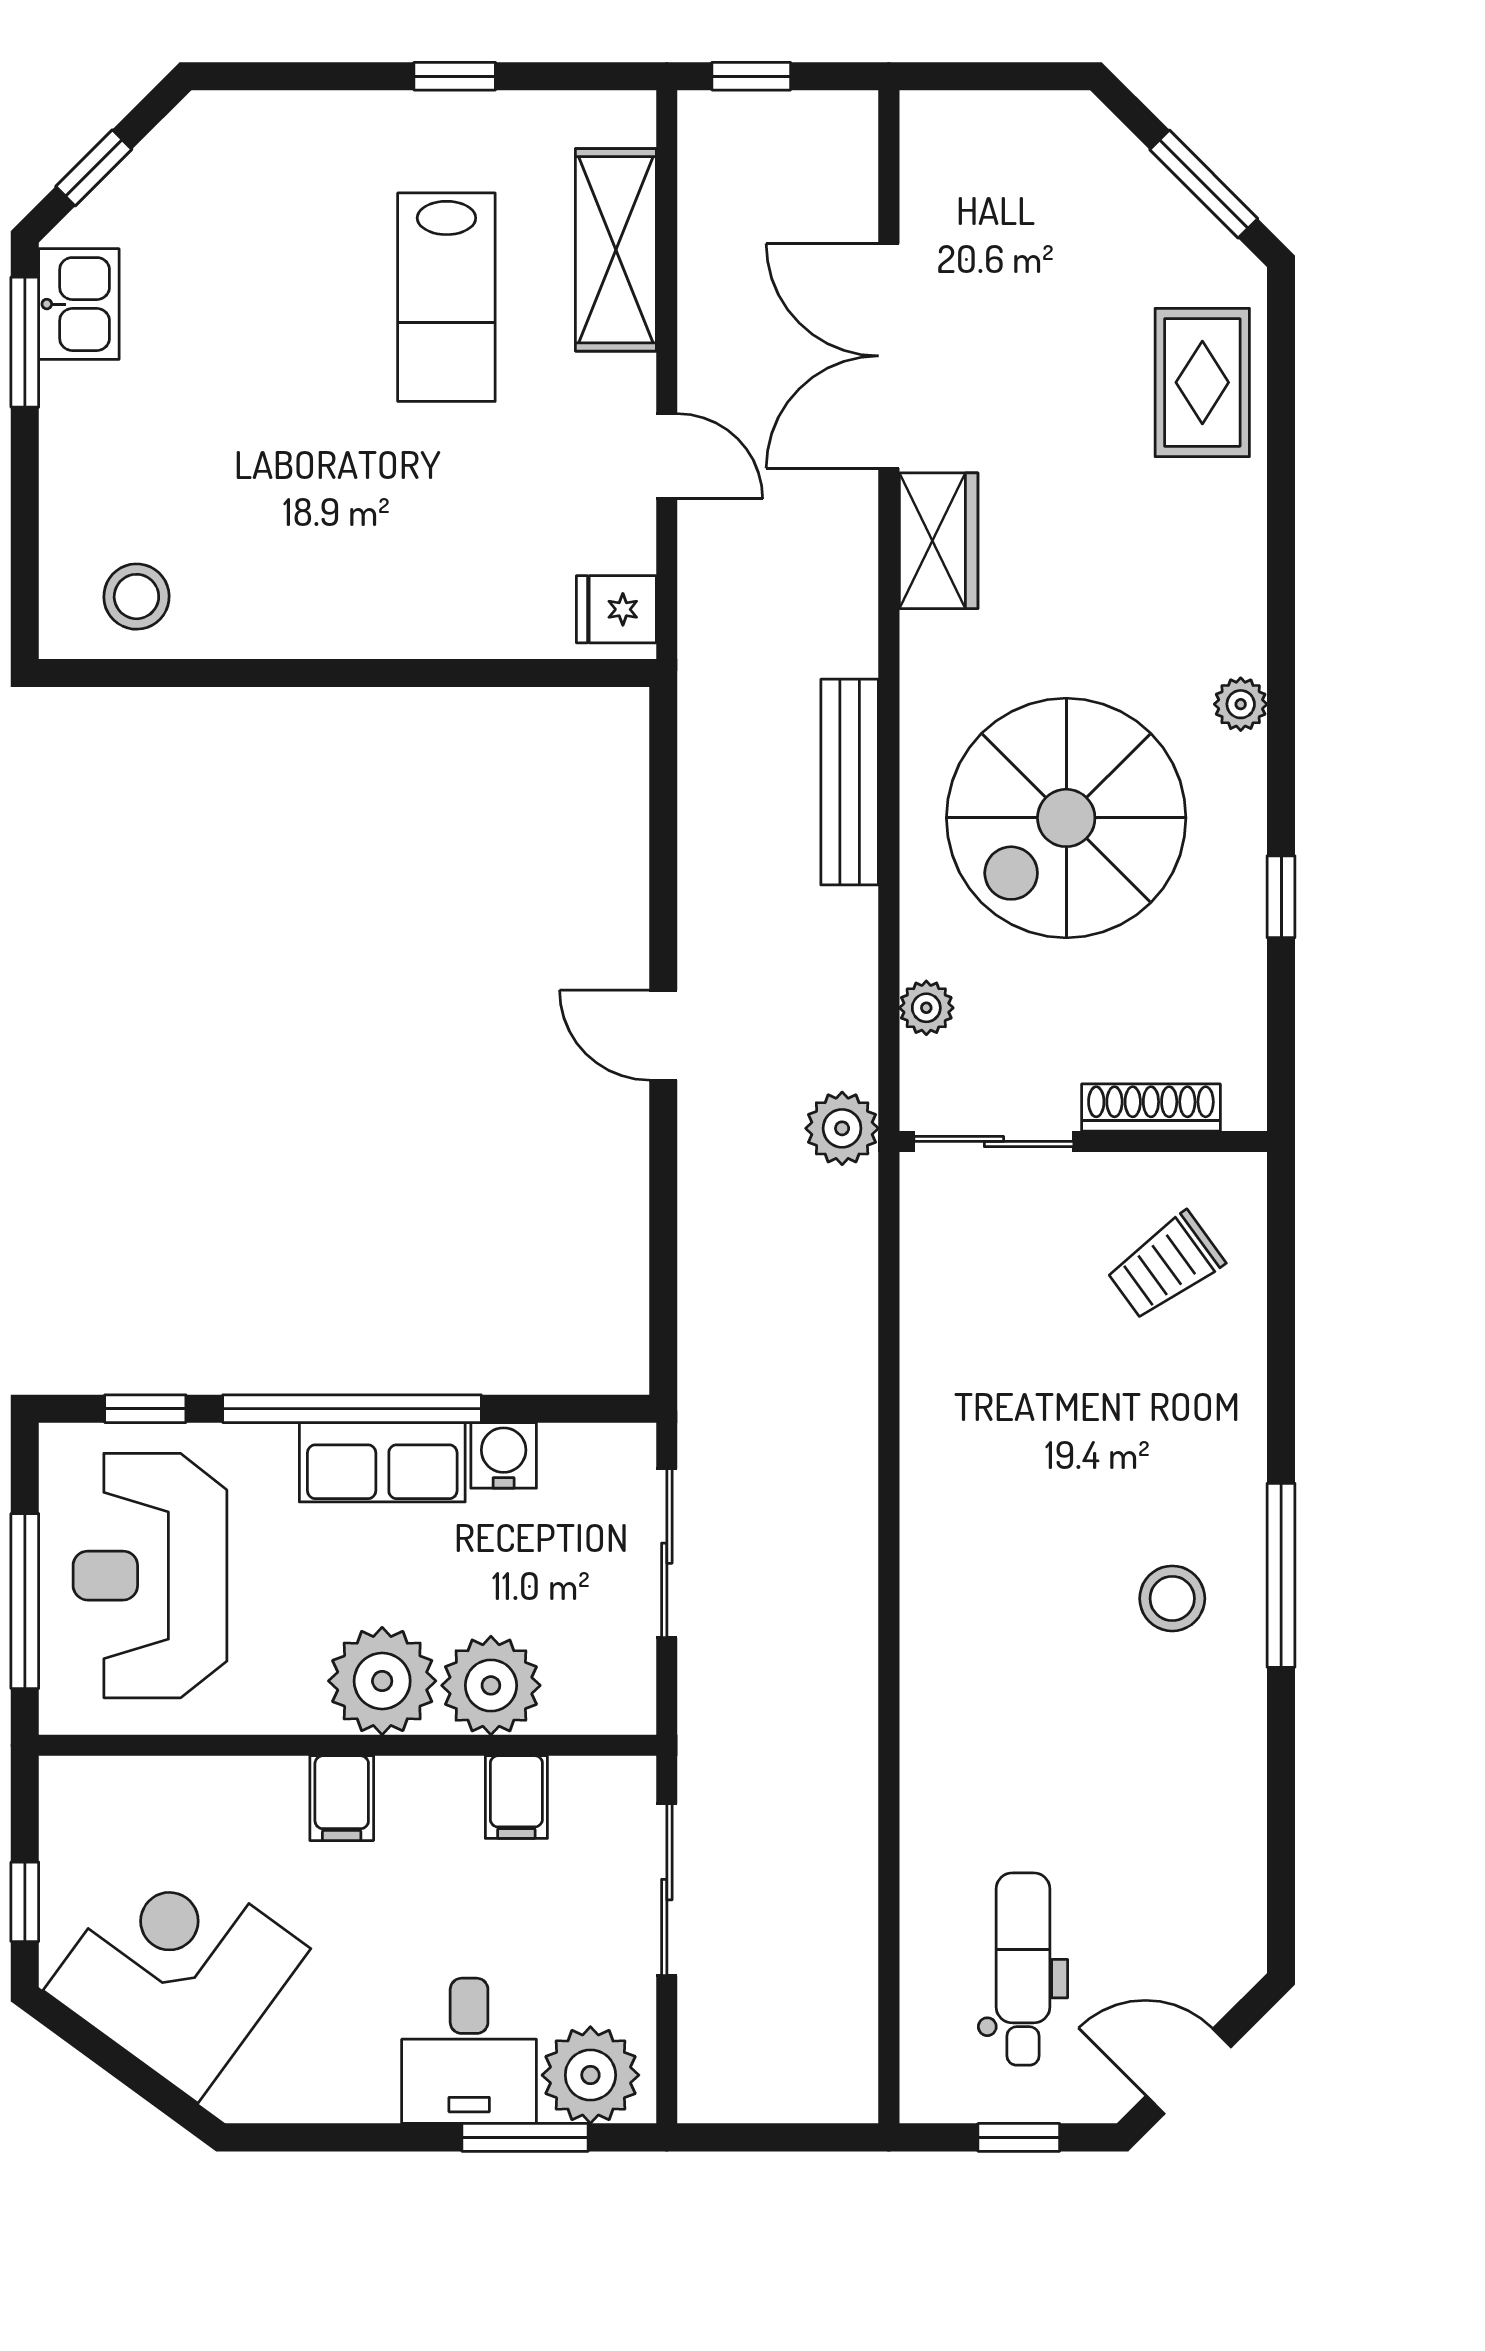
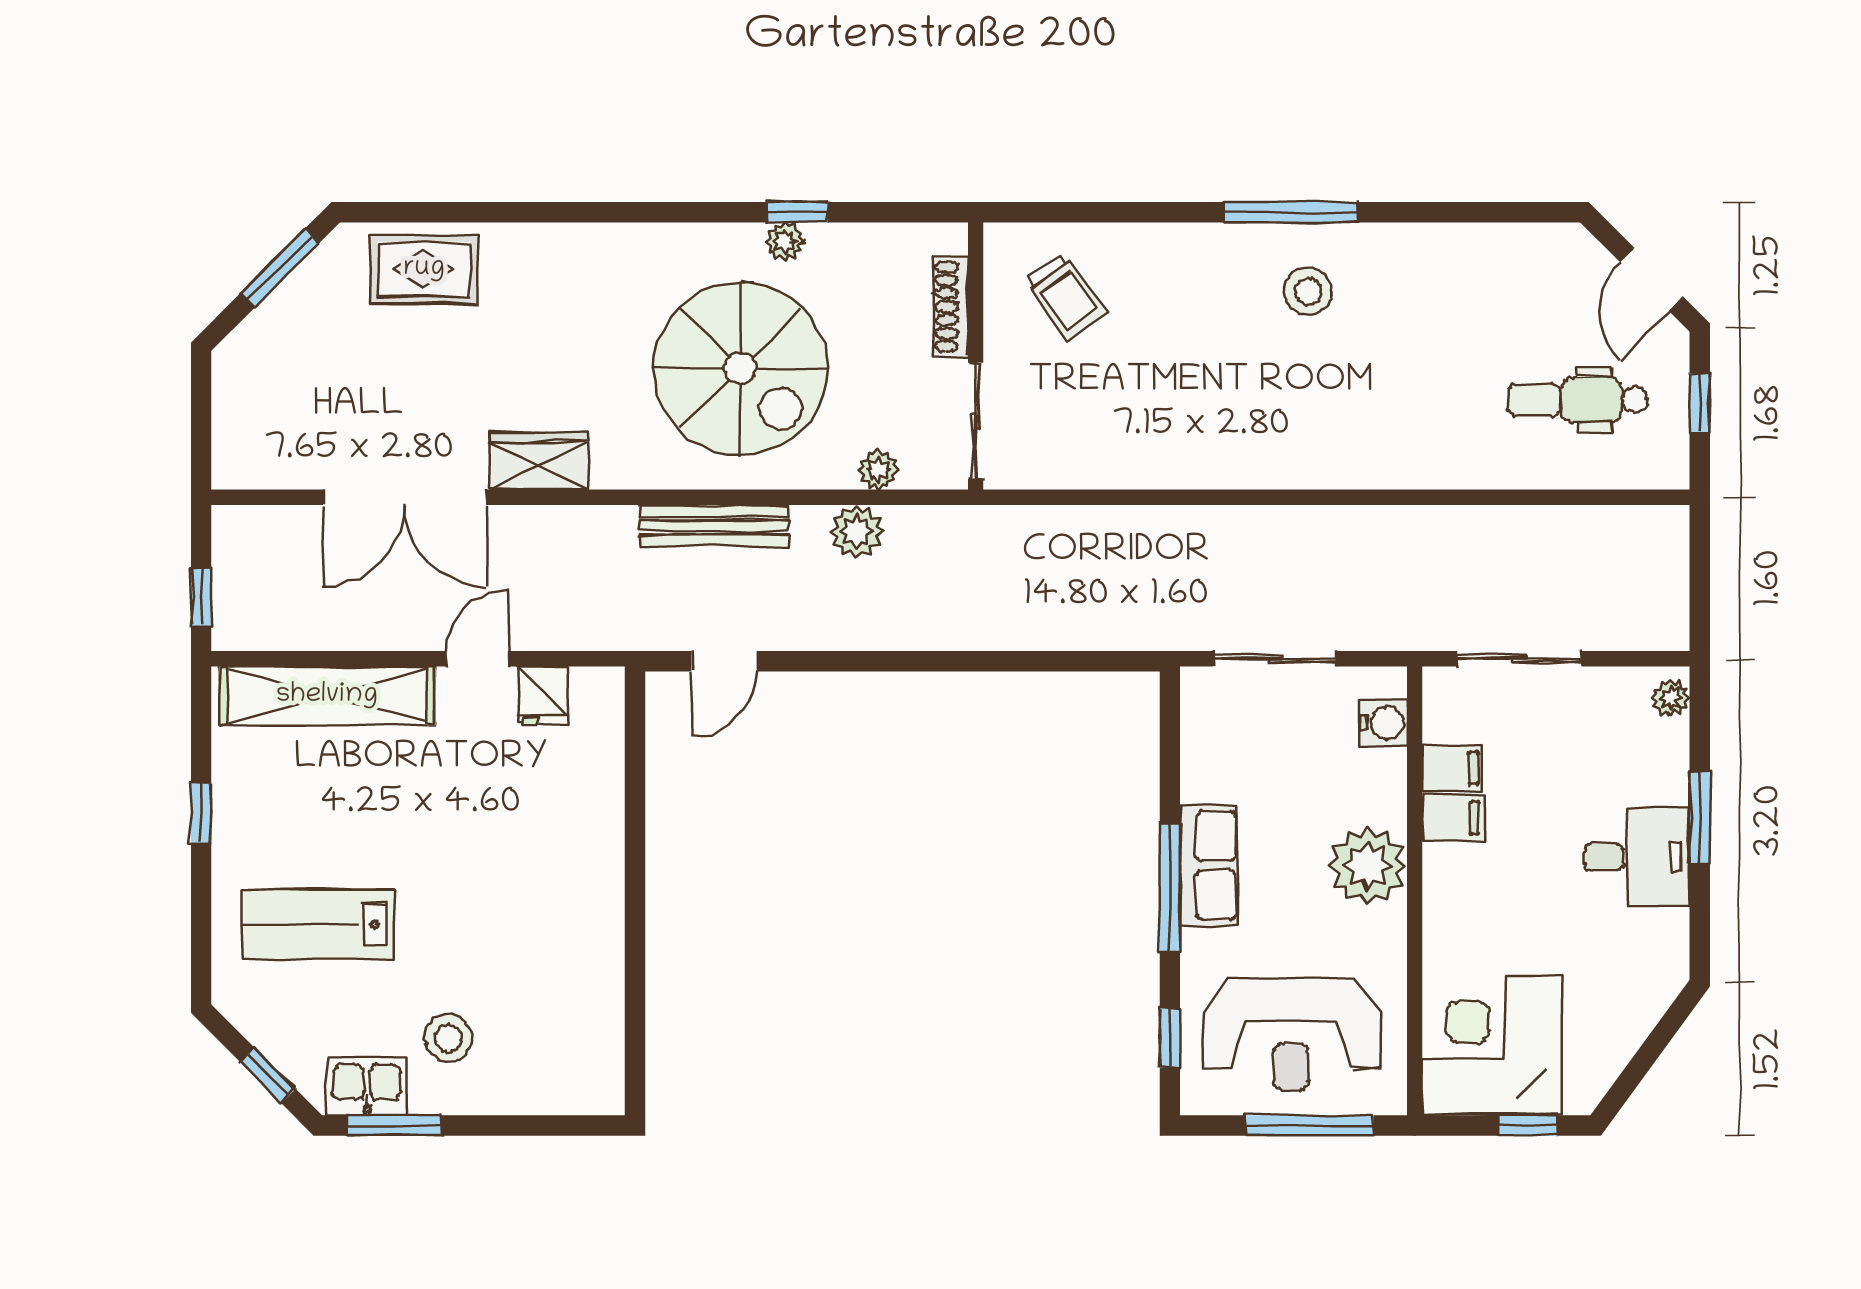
shelving: (616, 250) -> (327, 696), width x1.47
lab bench: (446, 297) -> (319, 925), moved, turned 180
stool: (136, 597) -> (448, 1038), moved
fridge: (616, 609) -> (543, 695), moved
plant: (1241, 704) -> (785, 241), moved
door: (663, 1035) -> (724, 661), moved
plant: (842, 1128) -> (857, 531), moved
window: (352, 1409) -> (1170, 888), width x0.68
water cooler: (504, 1455) -> (1383, 723), moved, turned 180
plant: (491, 1685) -> (1371, 787), removed
filing cabinet: (342, 1798) -> (1453, 818), moved
corner desk: (177, 1969) -> (1492, 1046), moved, turned 54
desk: (469, 2051) -> (1637, 857), moved
plant: (590, 2075) -> (1671, 698), width x0.53, depth x0.53
window: (525, 2137) -> (1700, 818), moved

